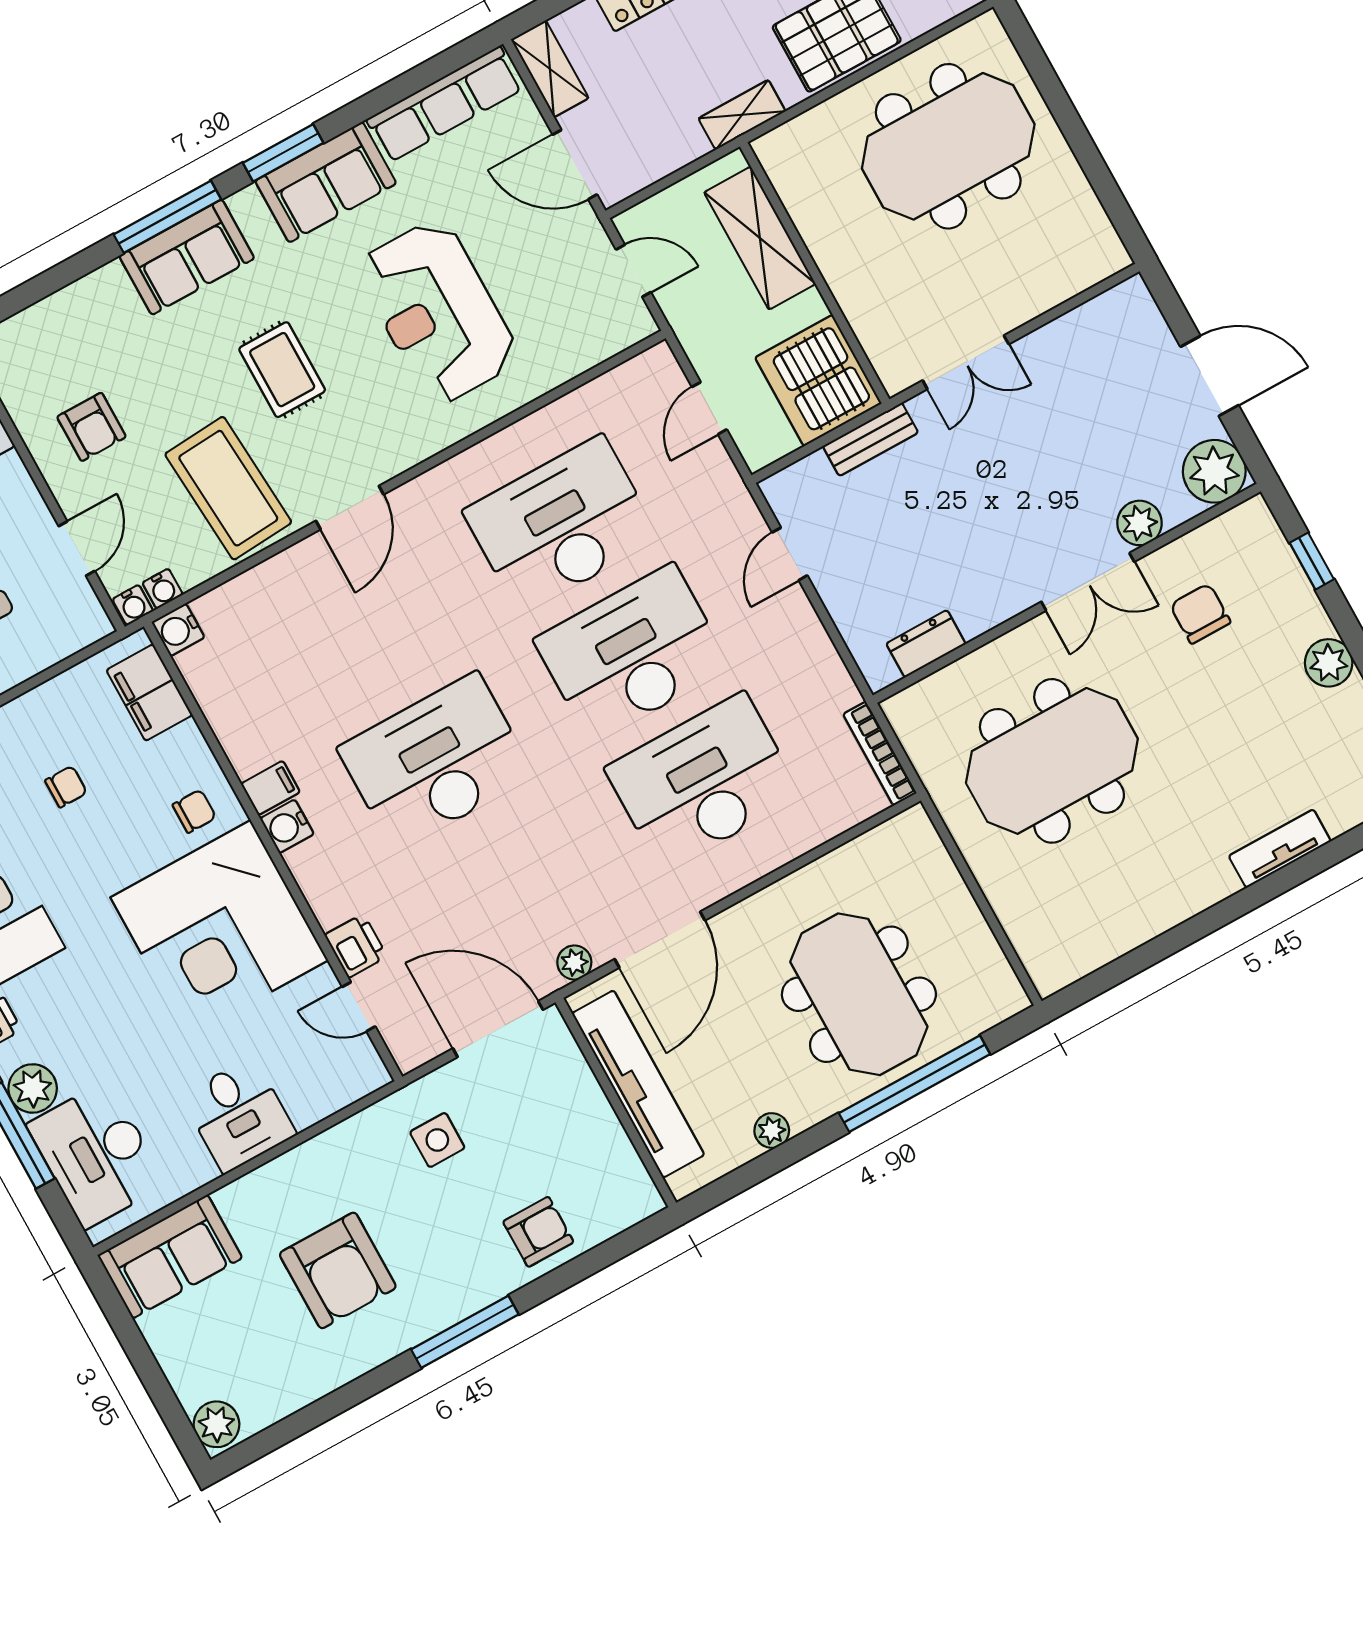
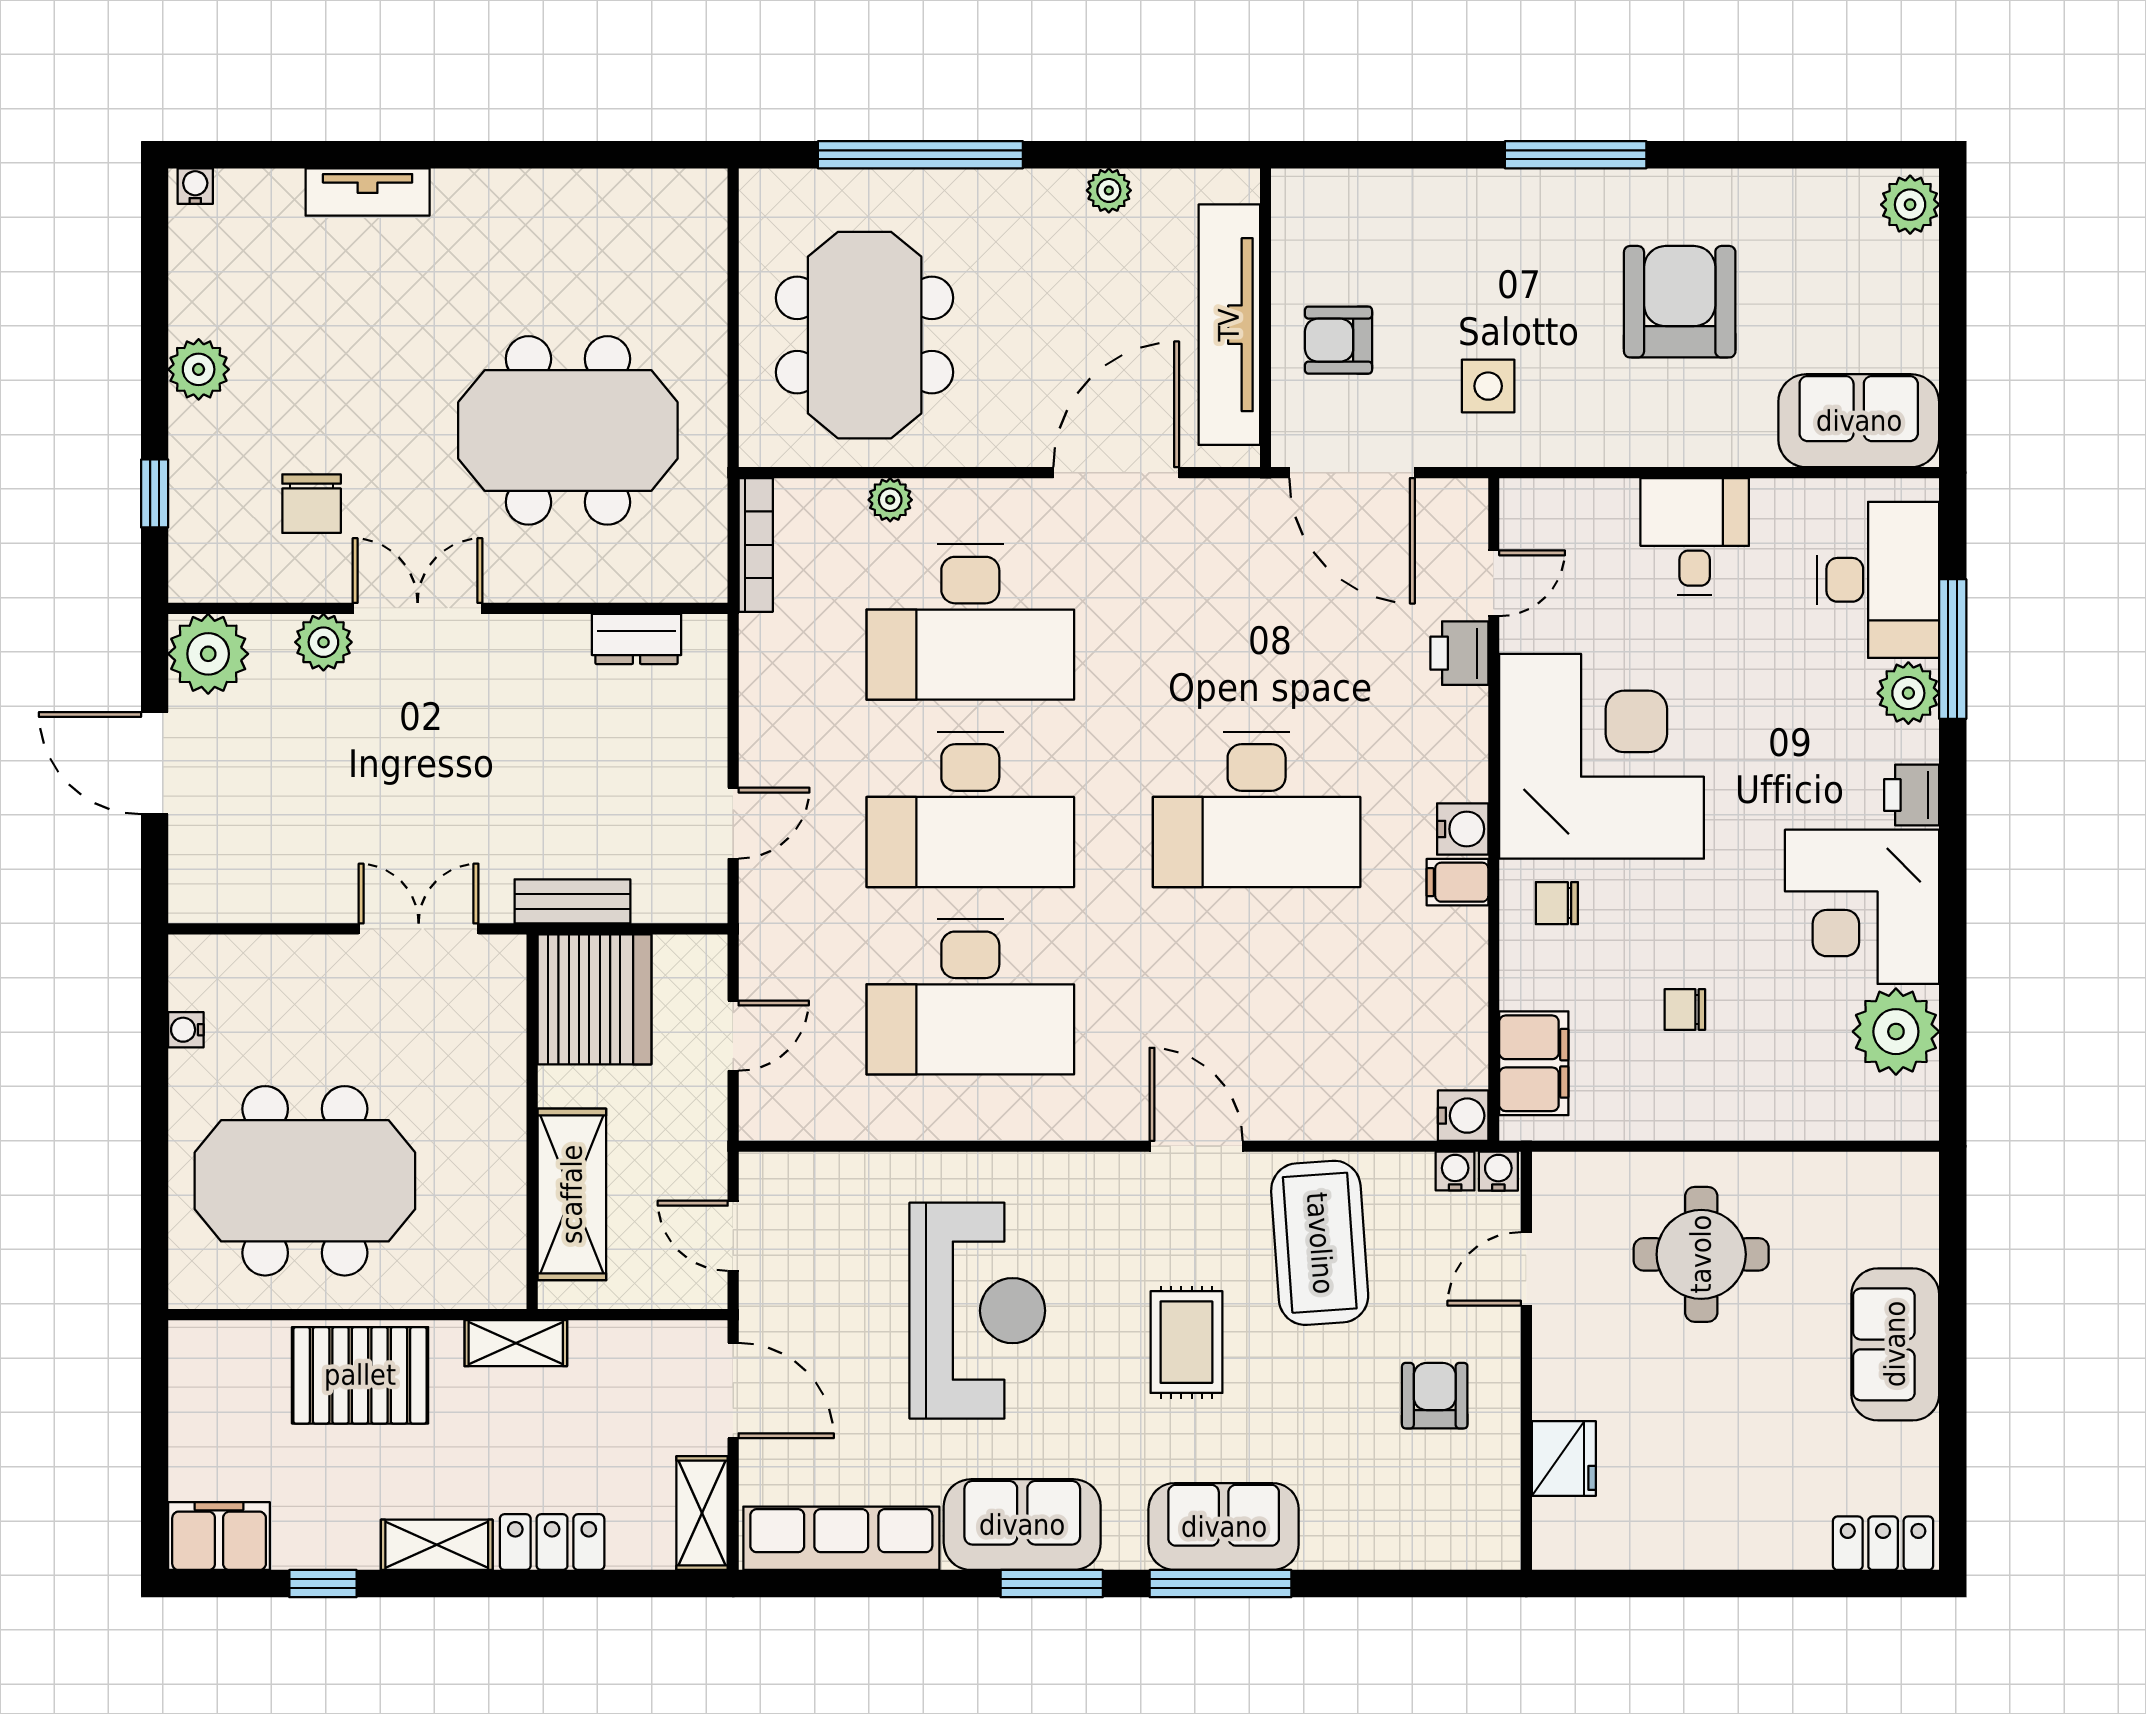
water cooler: (1087, 205) -> (186, 1030), added
door: (350, 508) -> (1196, 1146), hinge flipped
plant: (574, 962) -> (890, 500), moved
meeting table: (859, 994) -> (865, 335), moved
door: (359, 1007) -> (1494, 583), hinge flipped
armchair: (538, 1232) -> (1338, 340), moved

